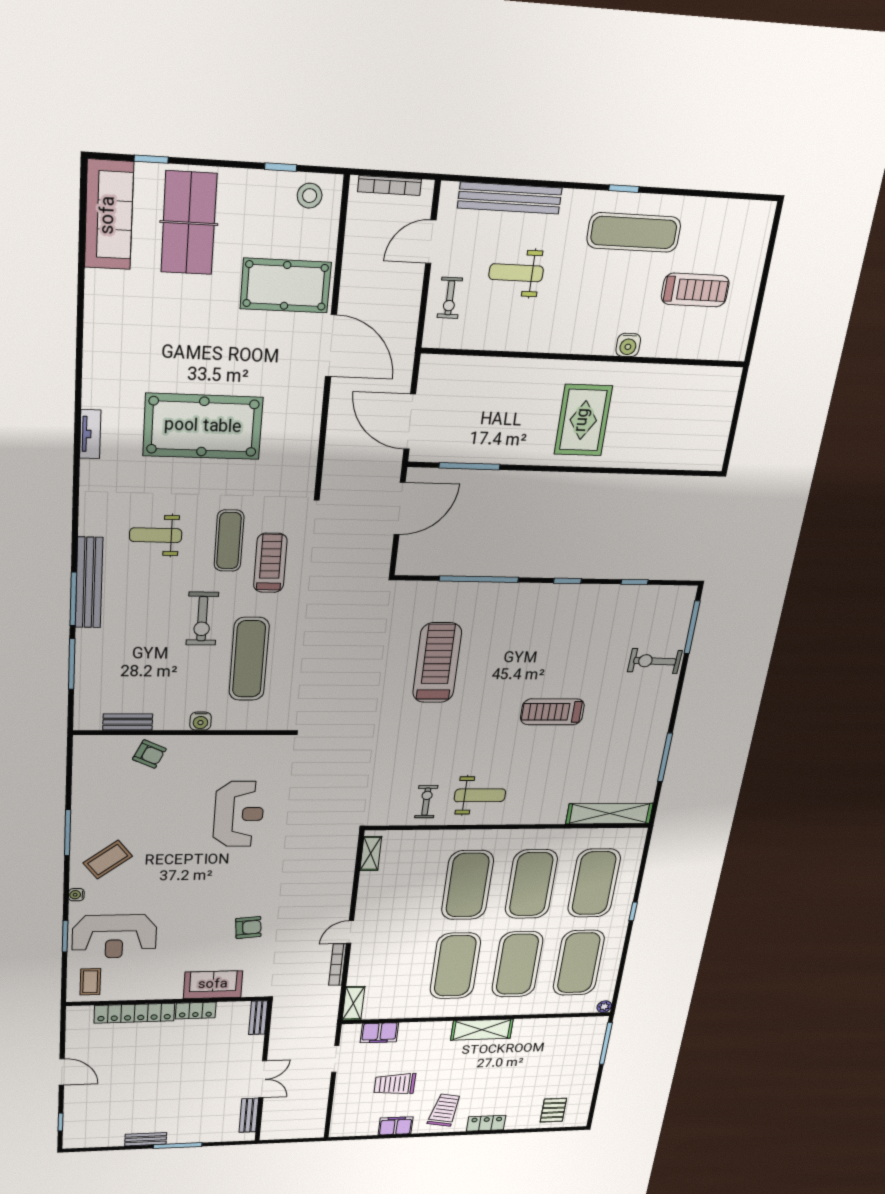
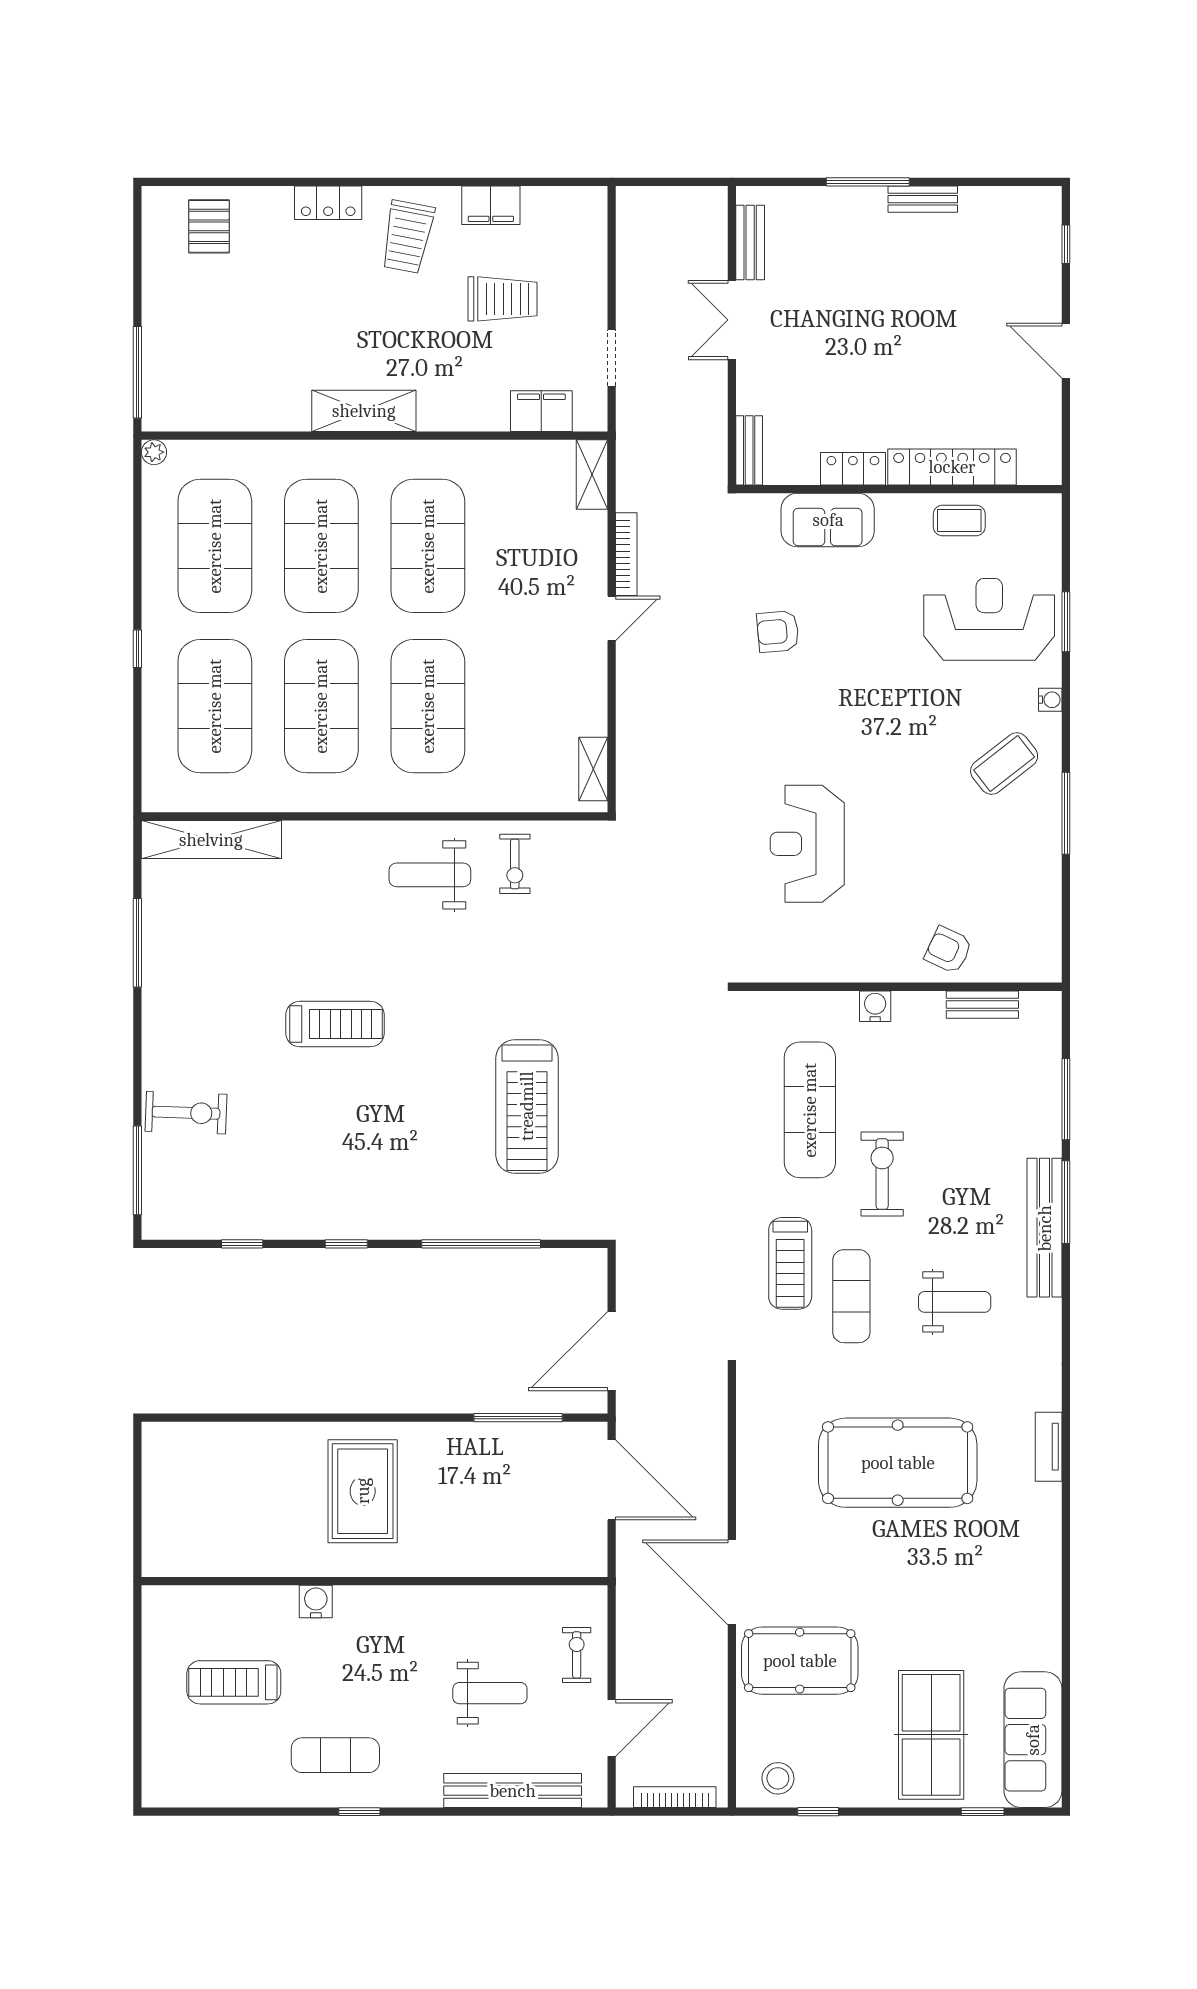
exercise mat: (634, 232) -> (335, 1755), width x0.73, depth x0.69
coffee table: (90, 982) -> (959, 520), moved, turned 90

